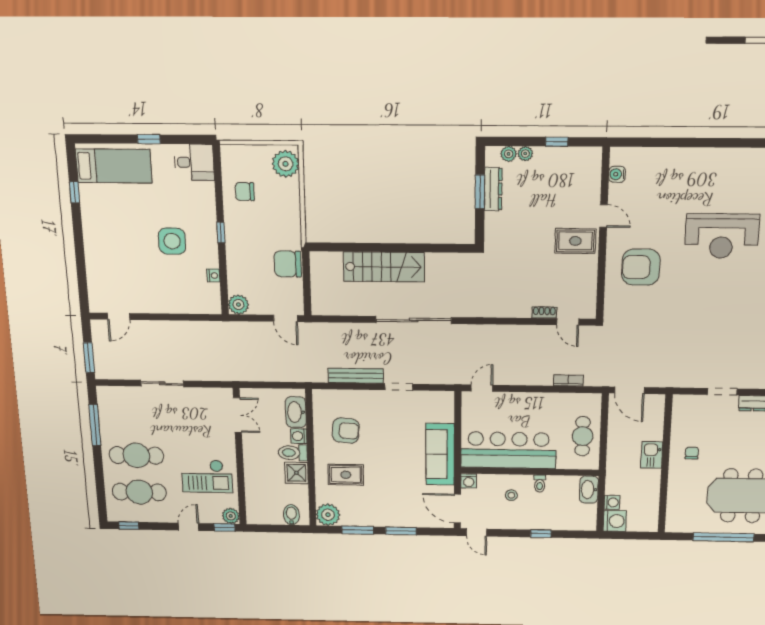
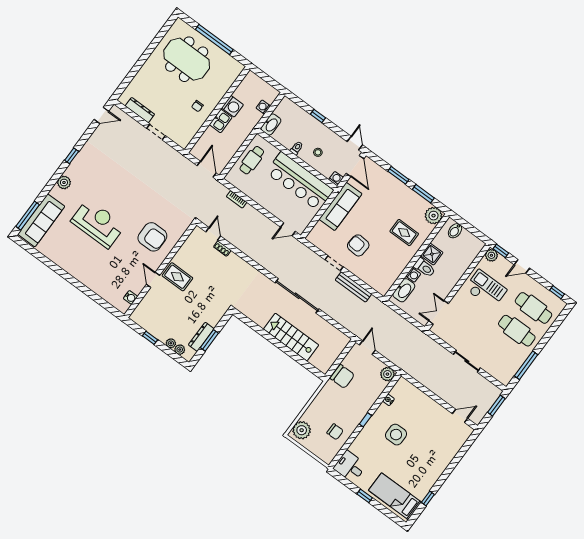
armchair: (346, 431) -> (358, 245), moved
washing machine: (615, 521) -> (232, 106), moved, turned 180

